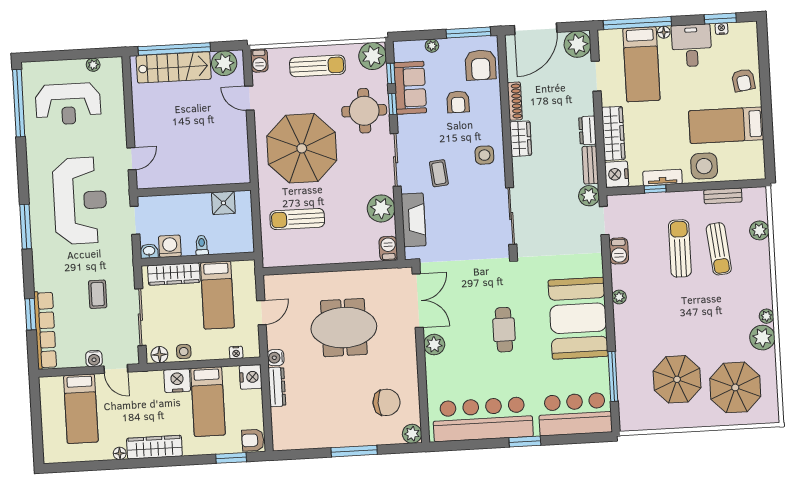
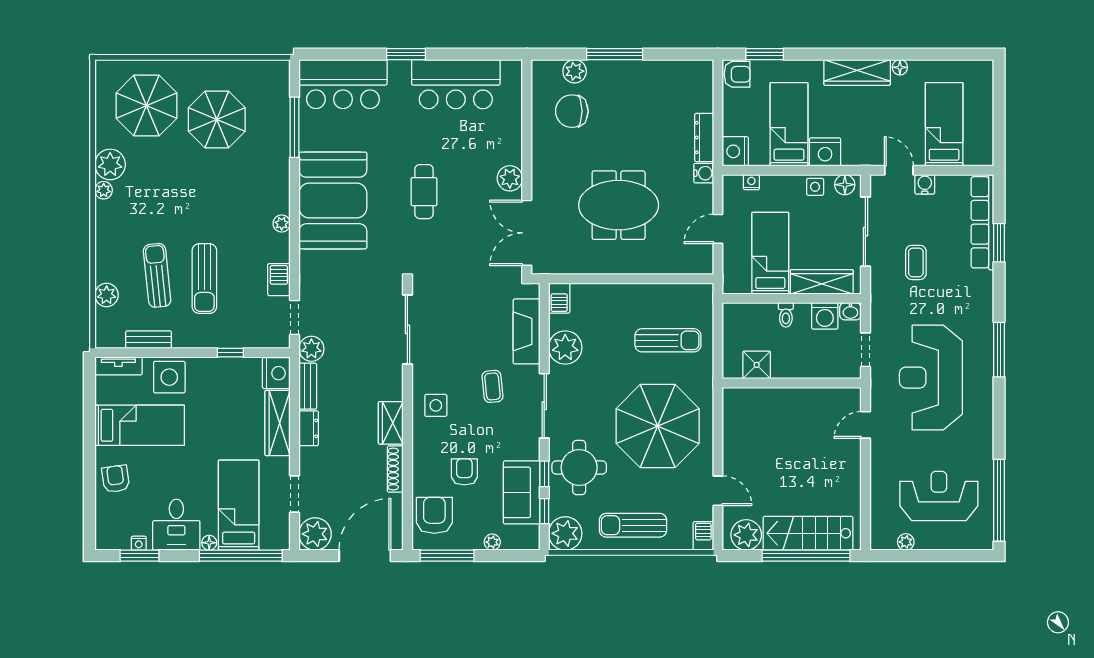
tv unit: (662, 178) -> (118, 366), moved
bar counter: (483, 419) -> (456, 84), width x0.73
plant: (412, 434) -> (575, 71), moved

